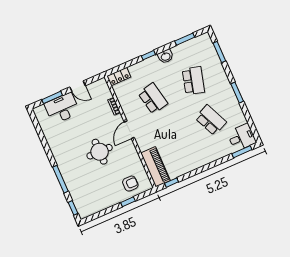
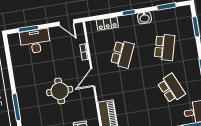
locker: (119, 76) -> (107, 23), moved
door: (78, 86) -> (66, 23), moved
school desk: (153, 98) -> (122, 54), turned 36

